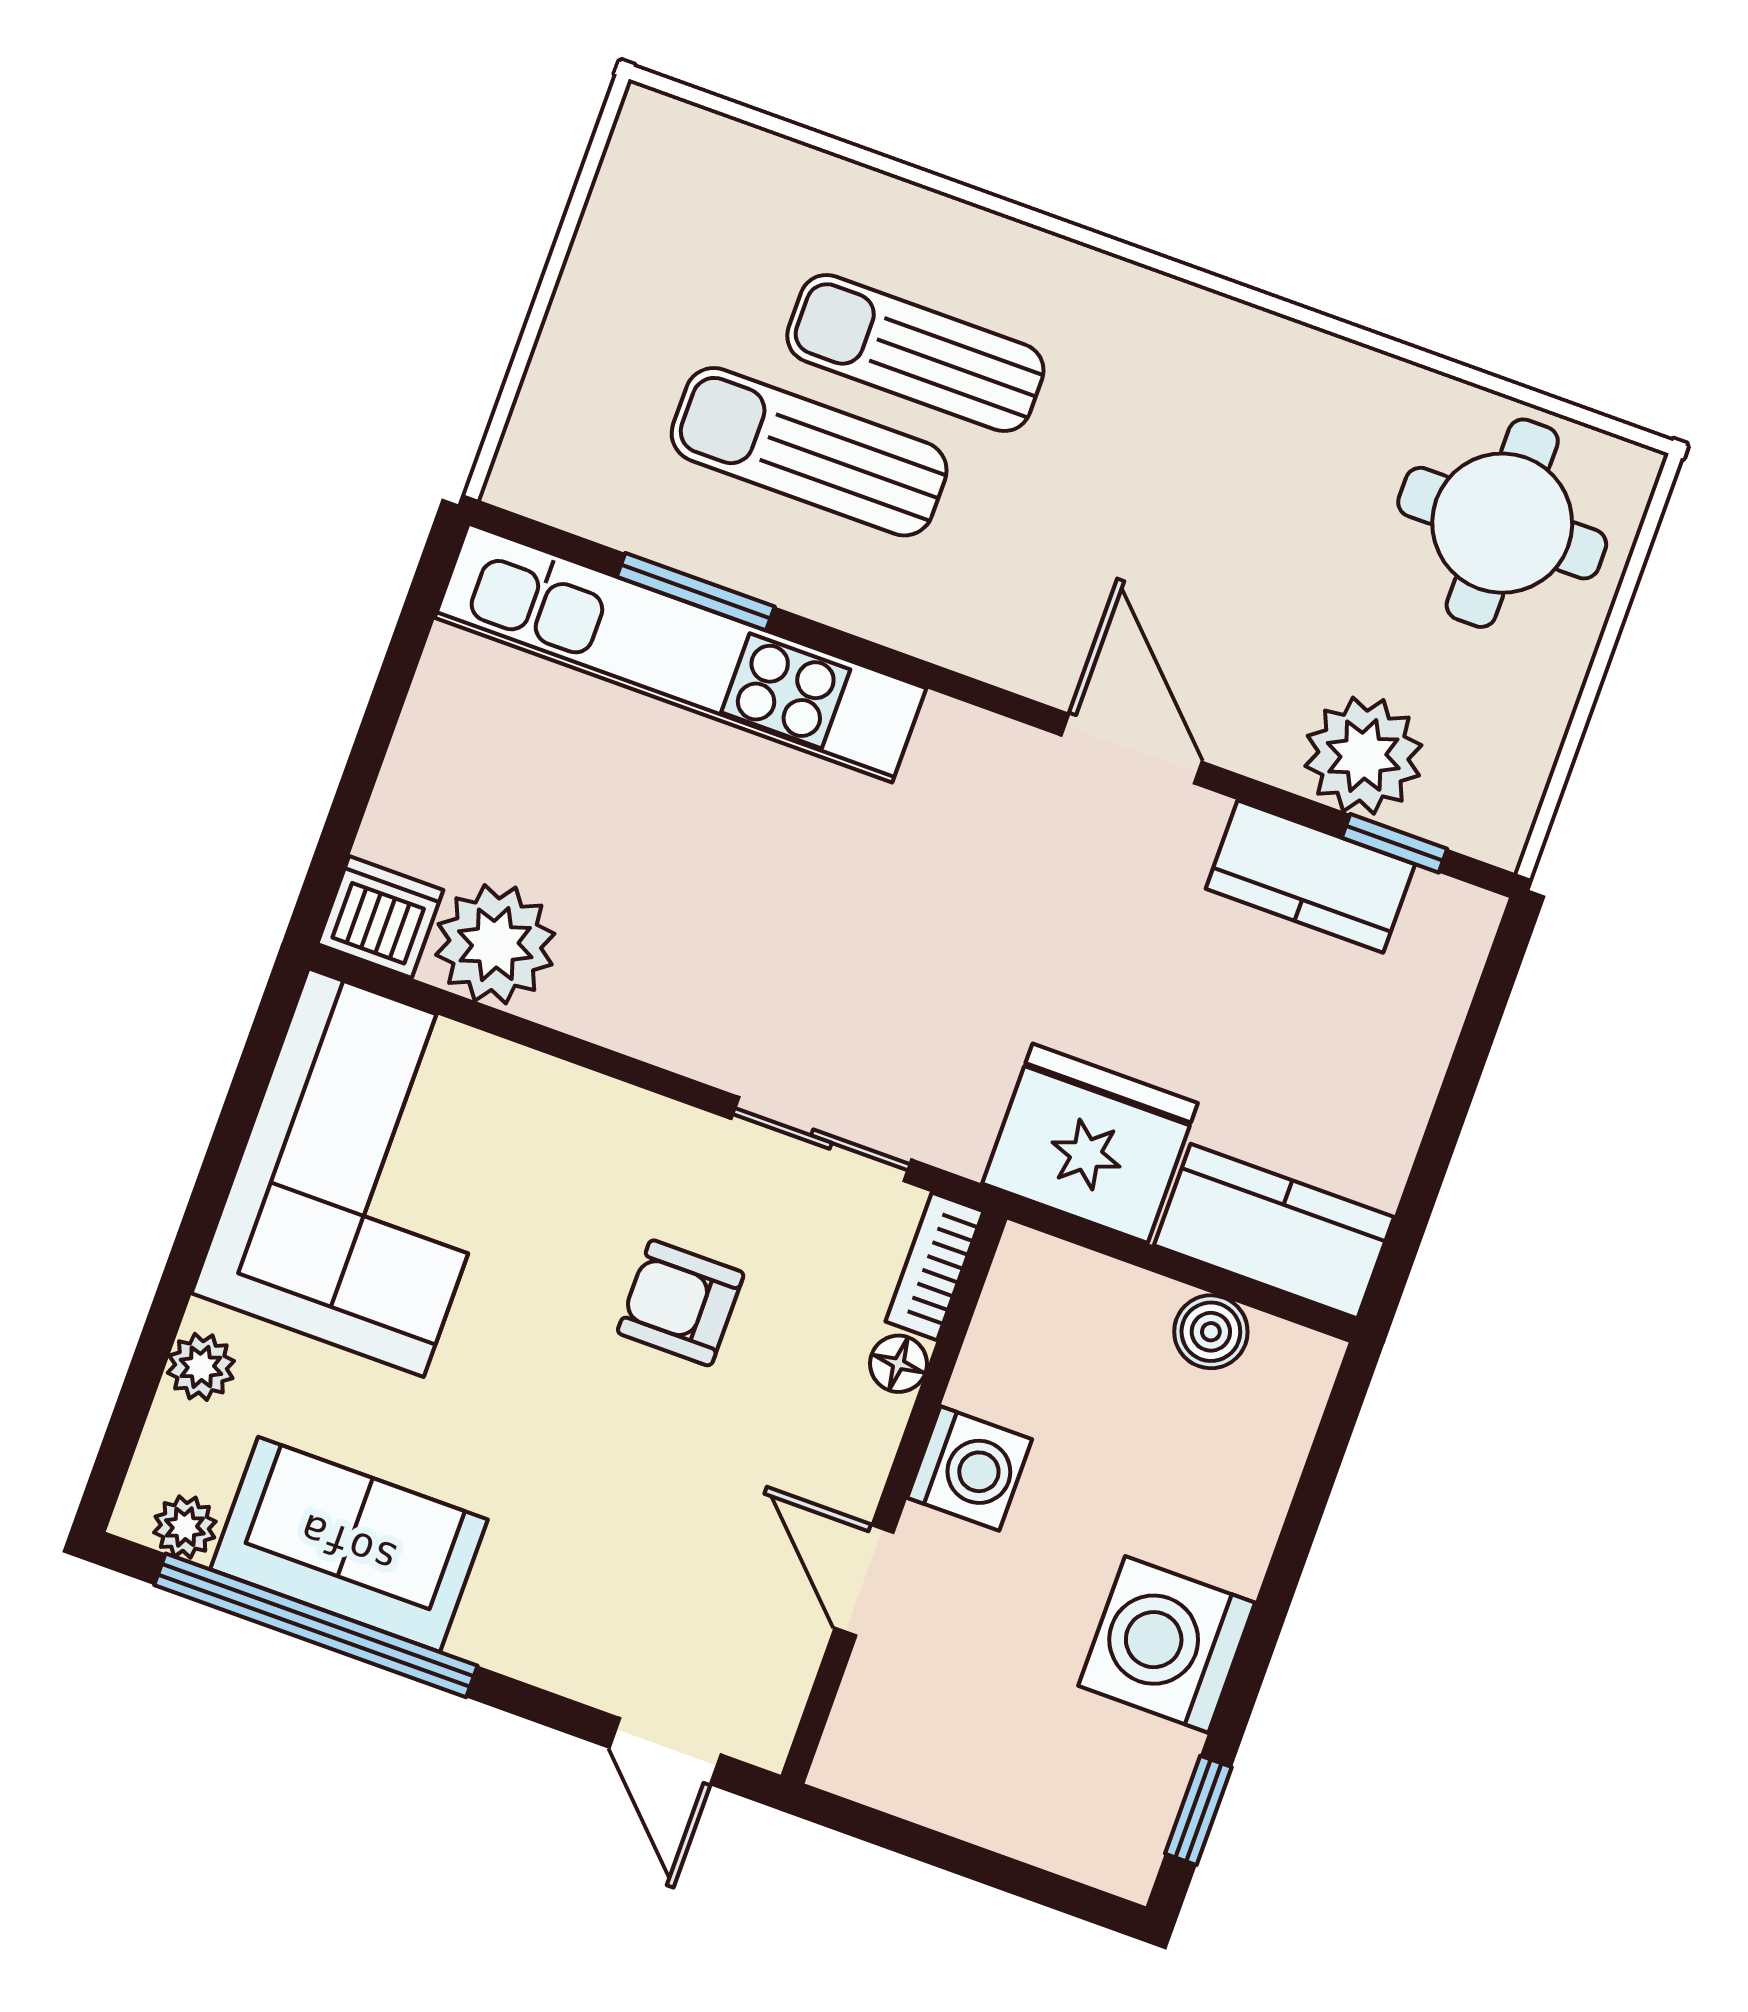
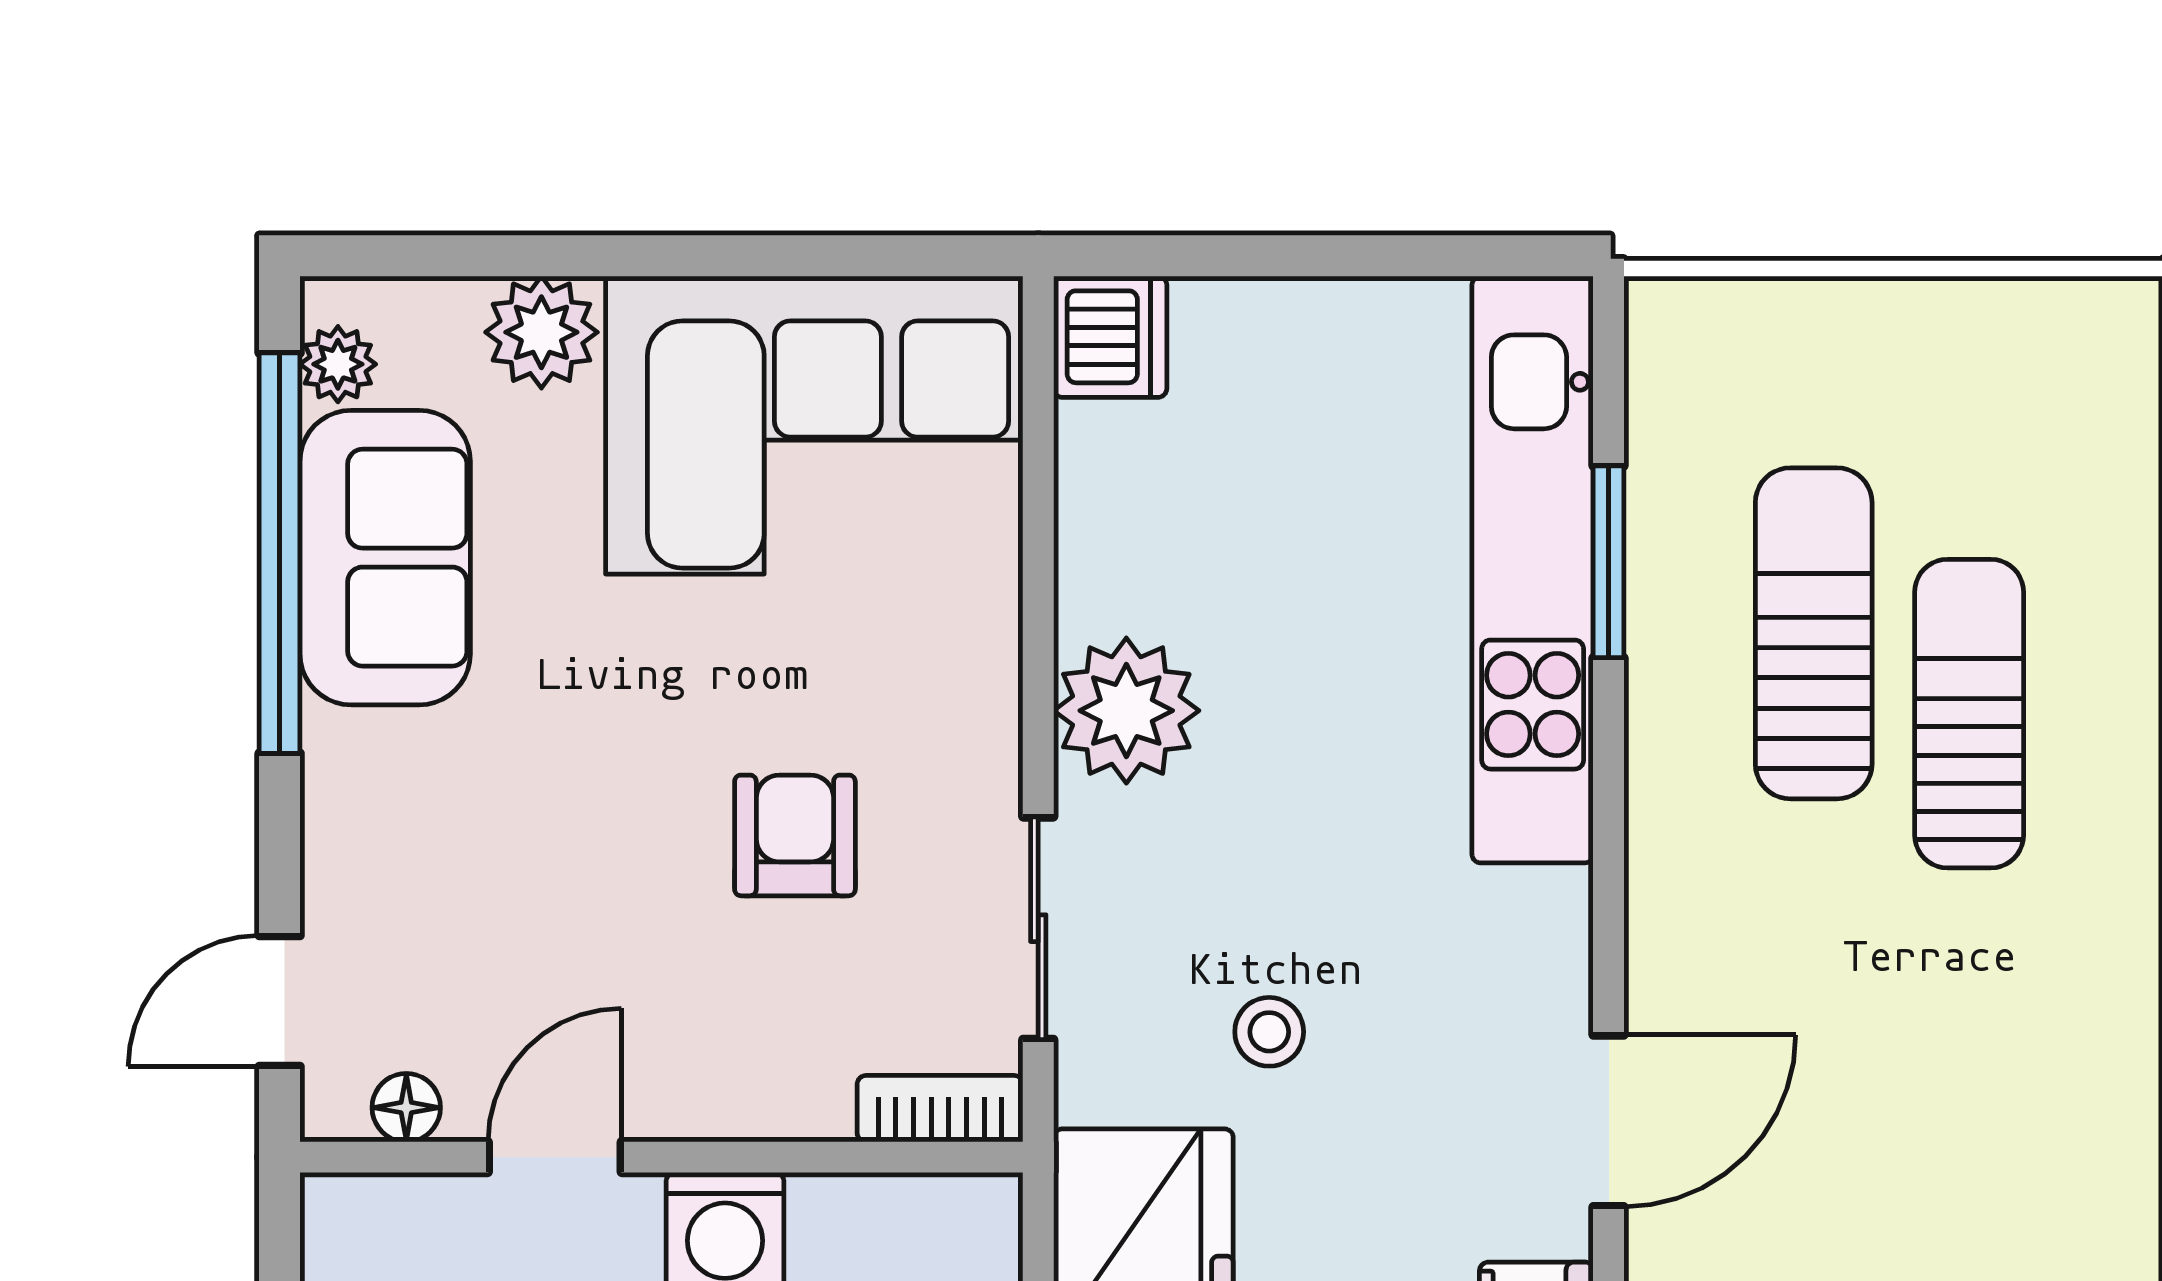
plant: (495, 944) -> (1126, 711), moved
stool: (967, 988) -> (1269, 1032), added
floor lamp: (898, 1364) -> (406, 1108), moved
plant: (201, 1367) -> (541, 332), width x1.38, depth x1.38

